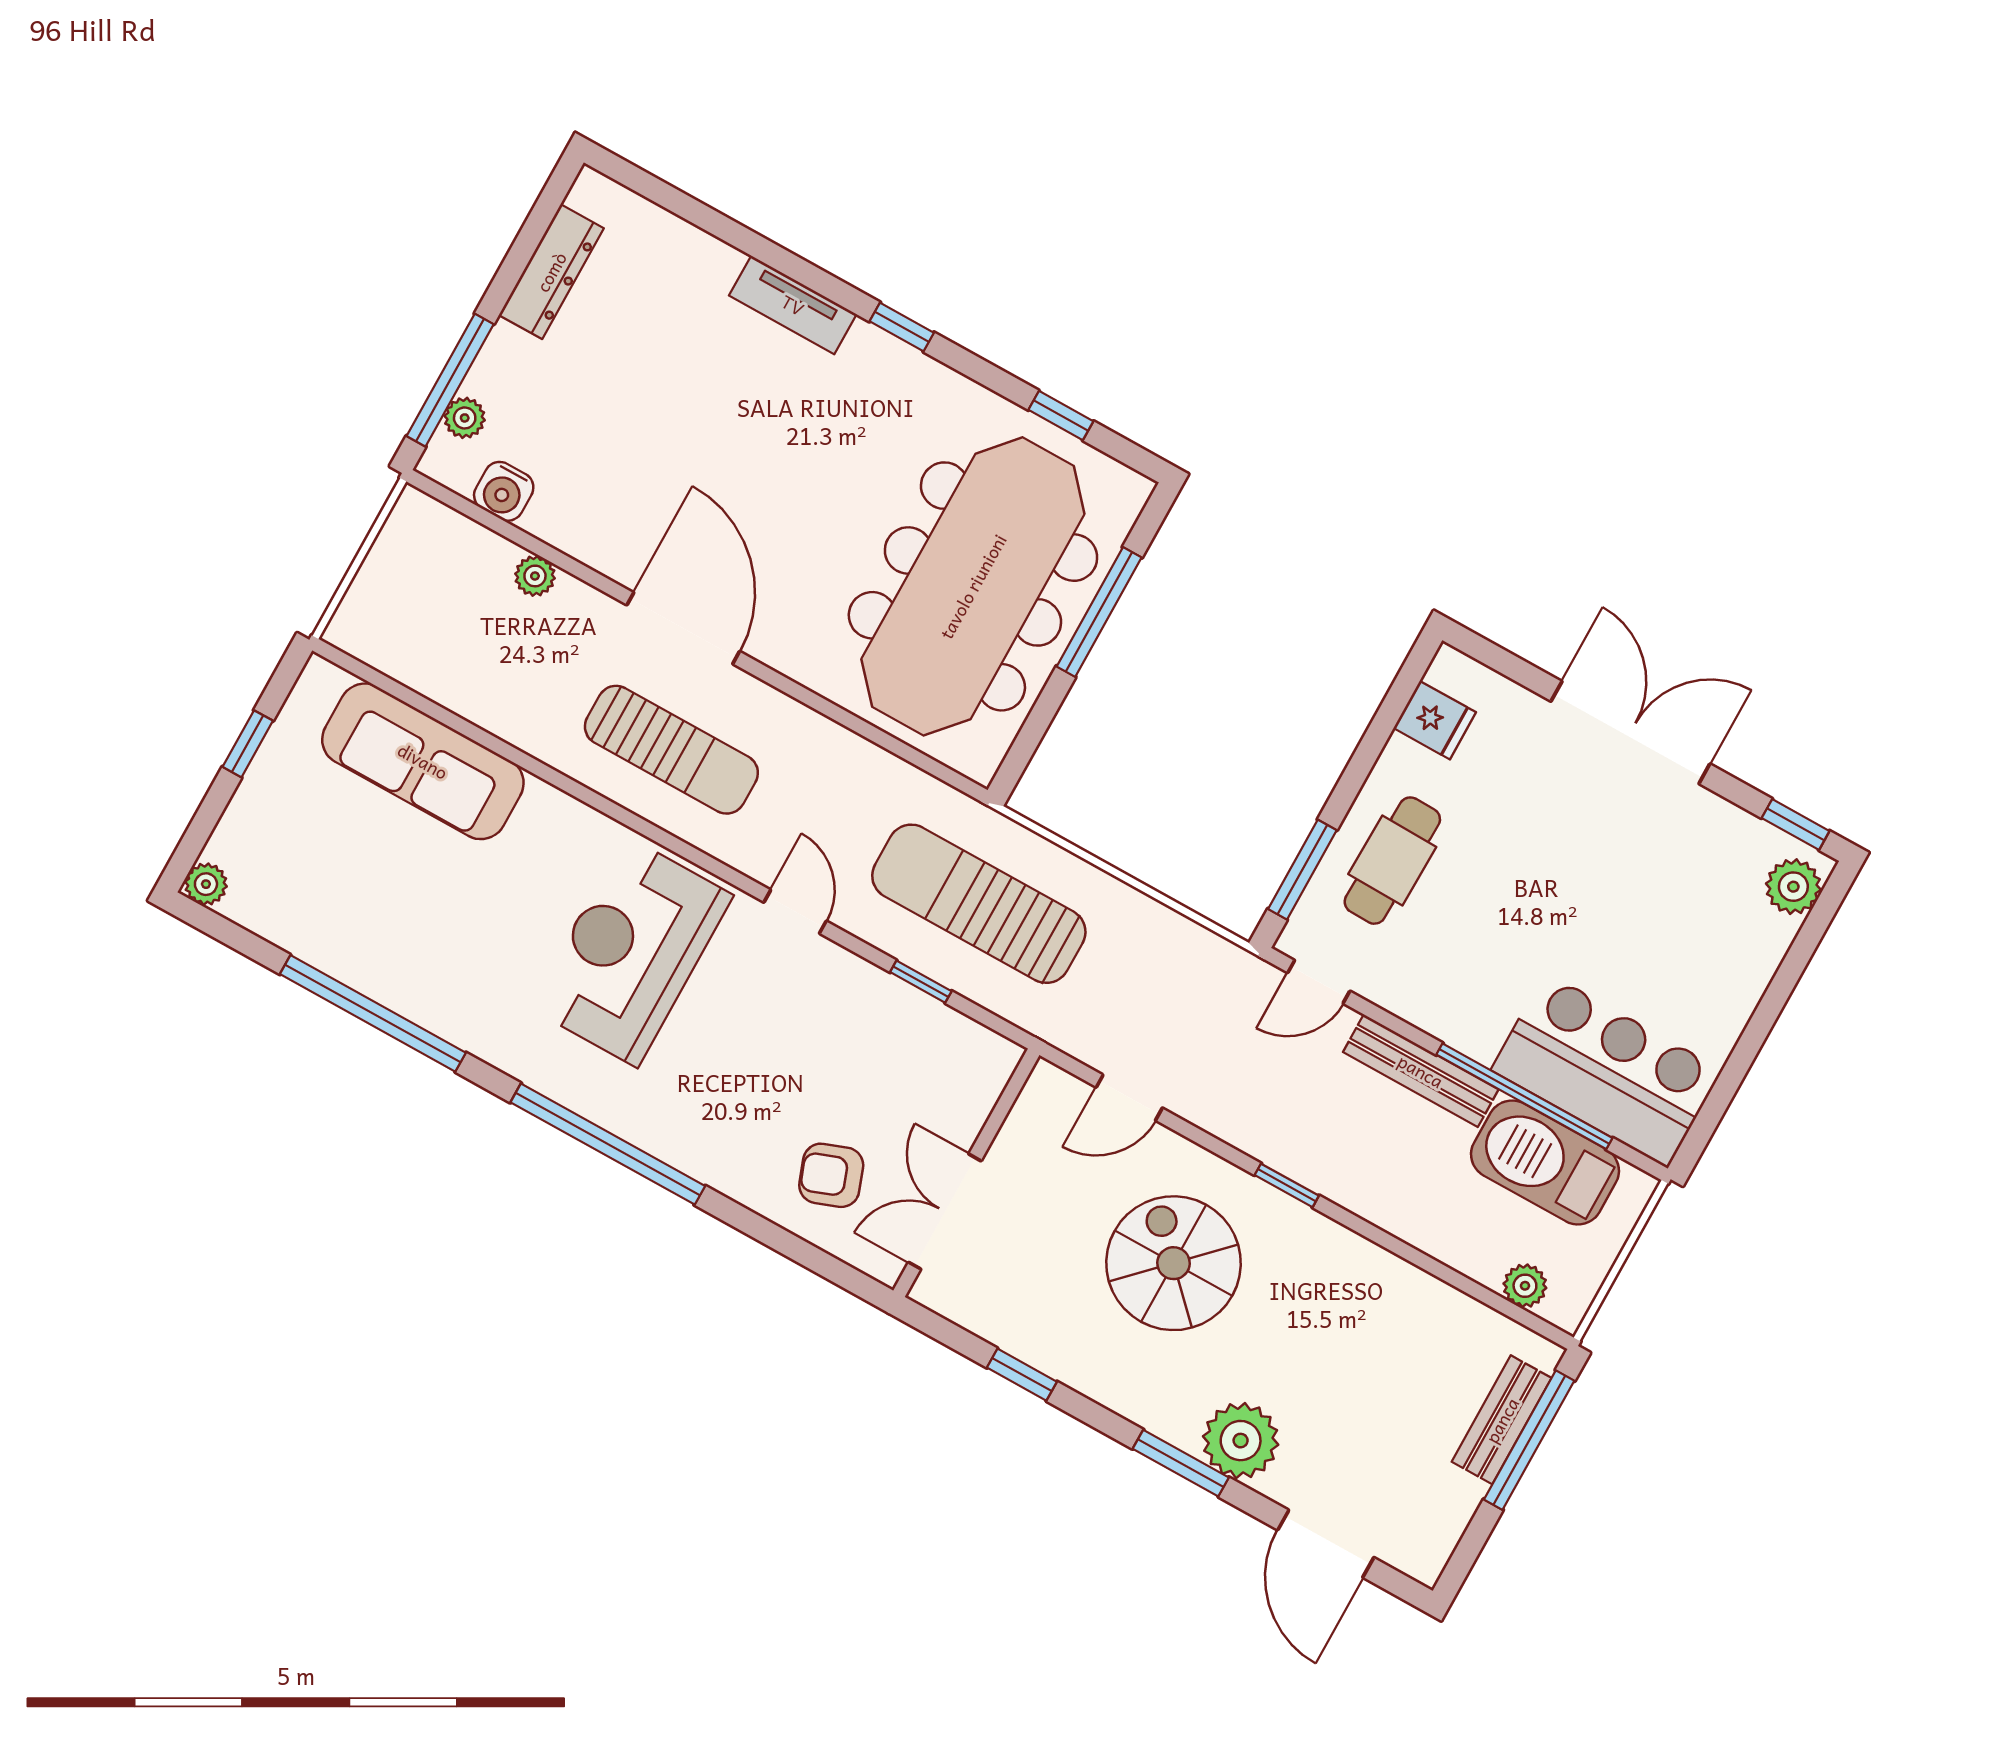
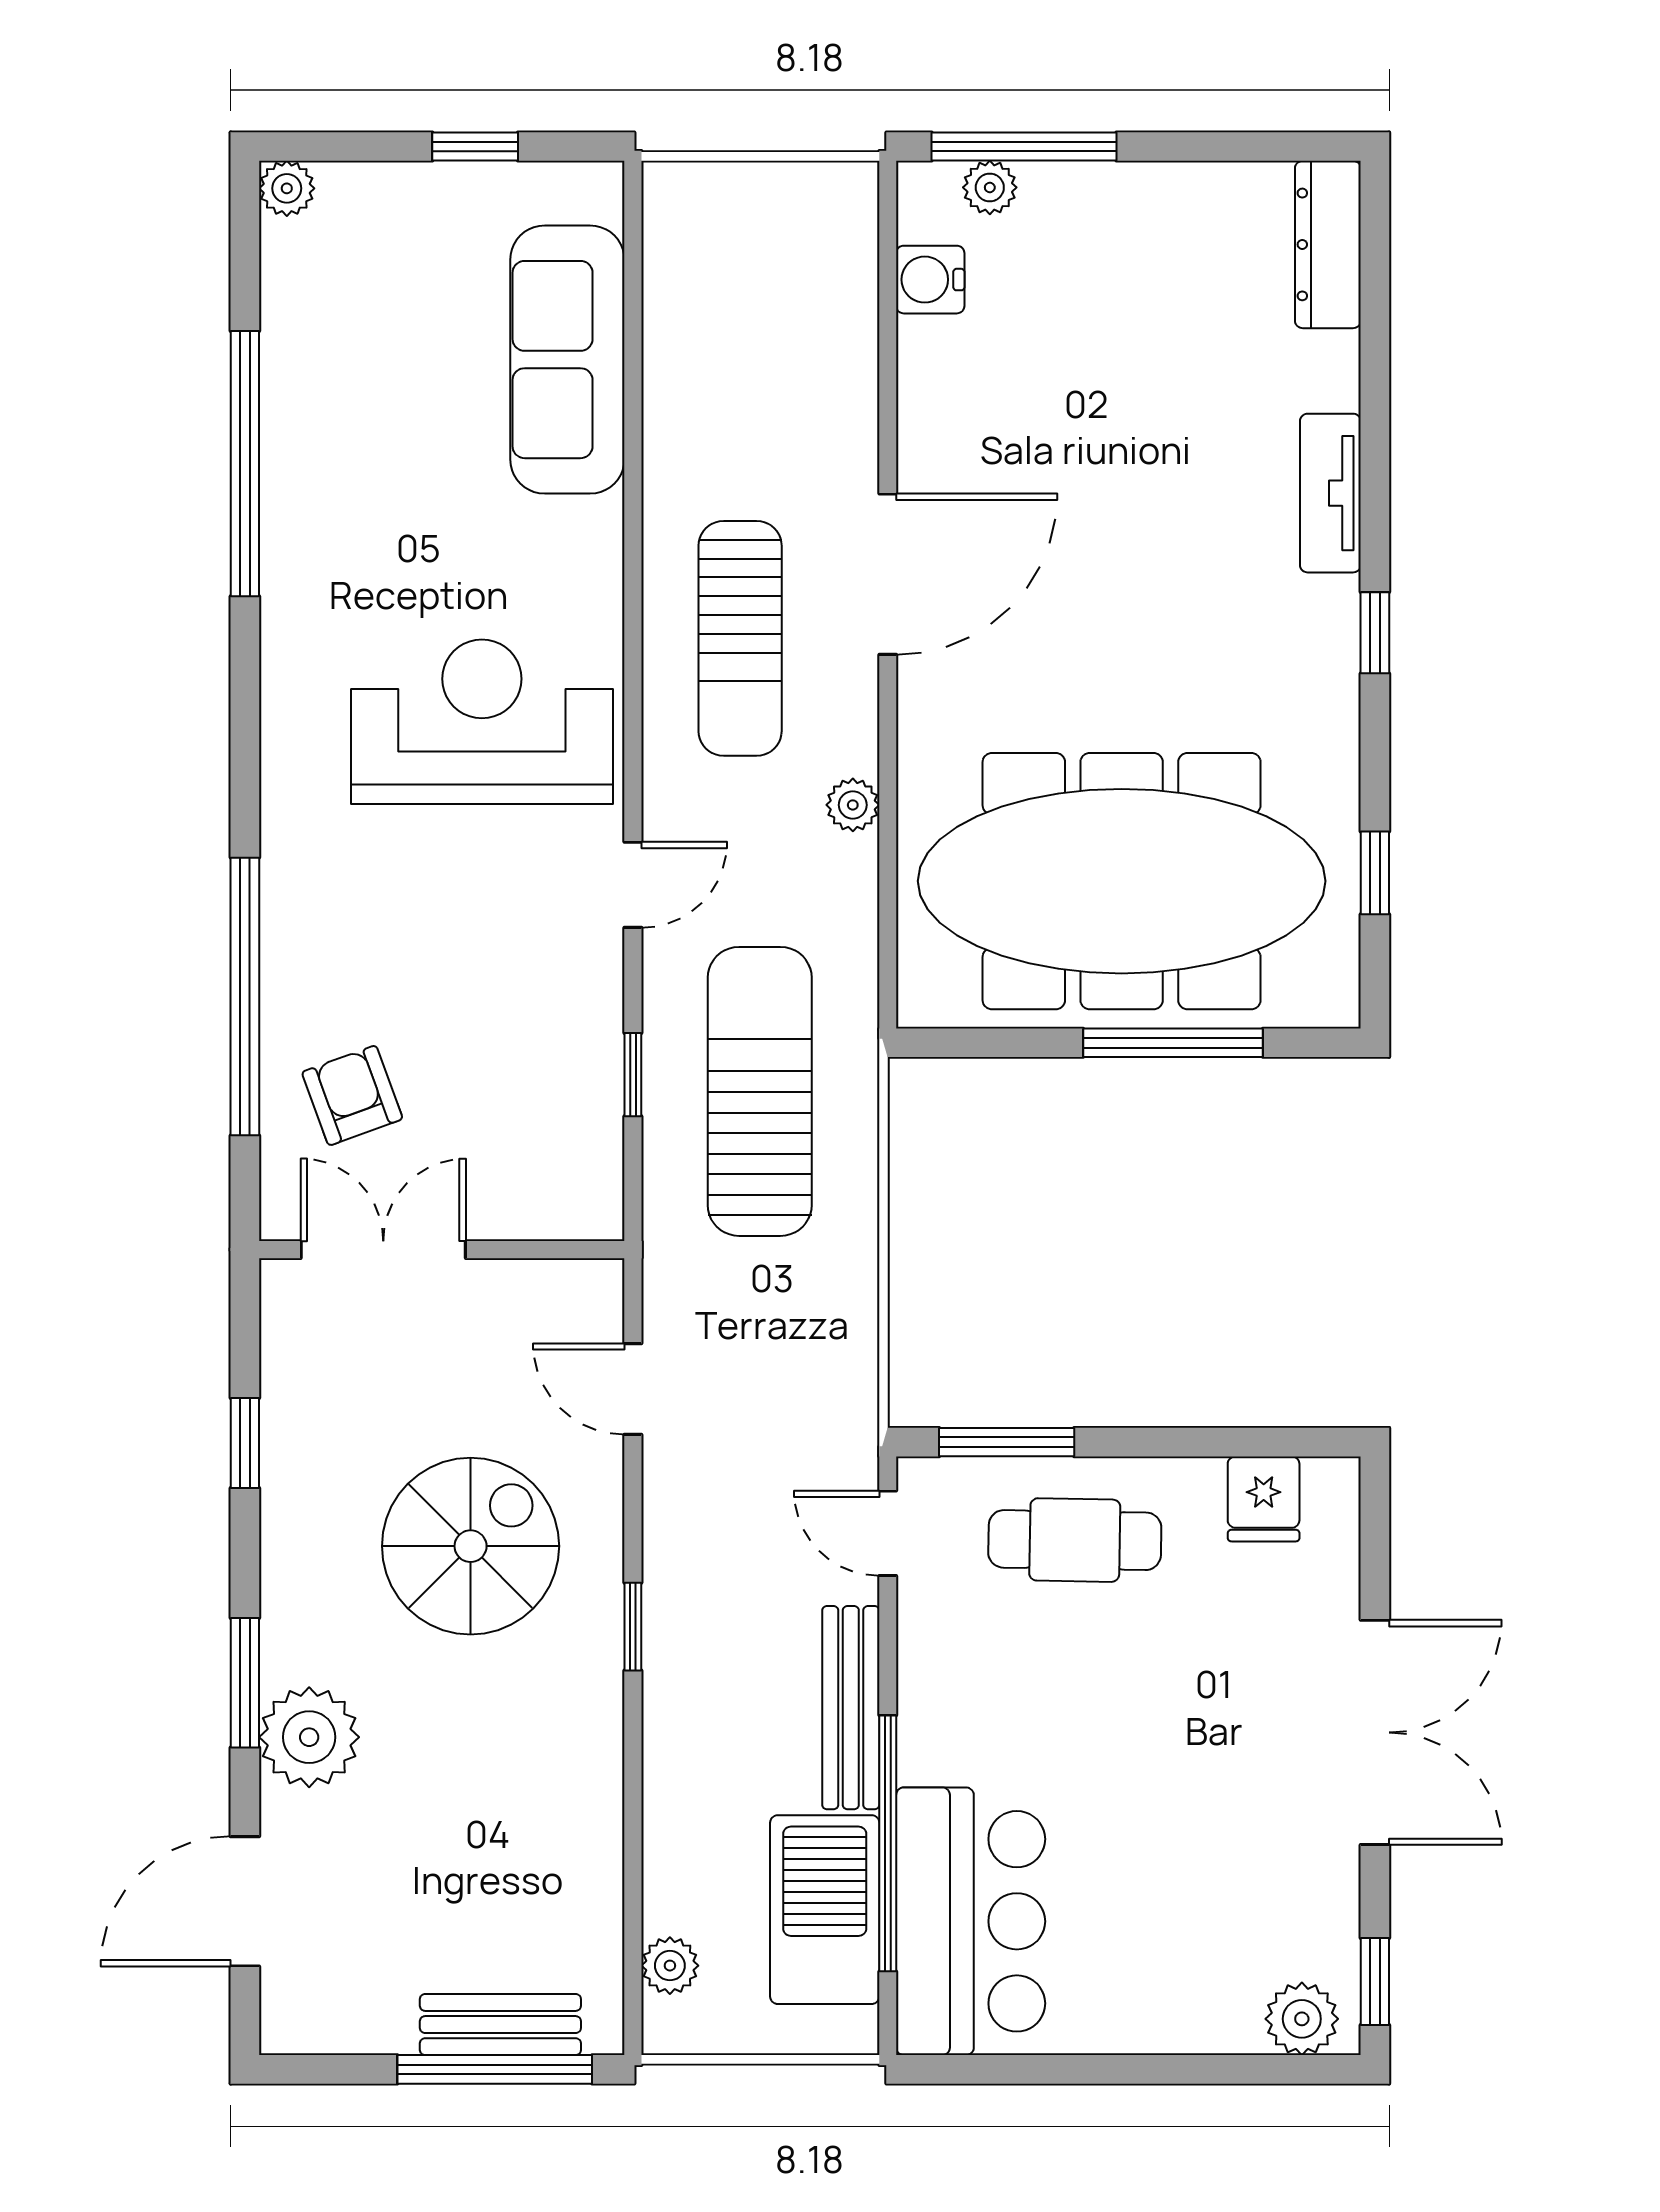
dresser: (551, 272) -> (1328, 244), moved, turned 90
plant: (535, 576) -> (853, 805), moved
window: (608, 1144) -> (245, 996), moved

